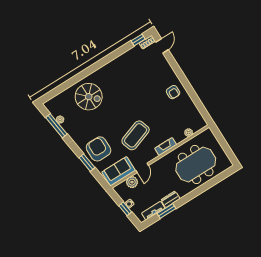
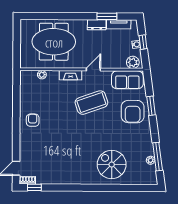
door: (142, 168) -> (93, 69), moved
plant: (132, 182) -> (133, 62), moved

